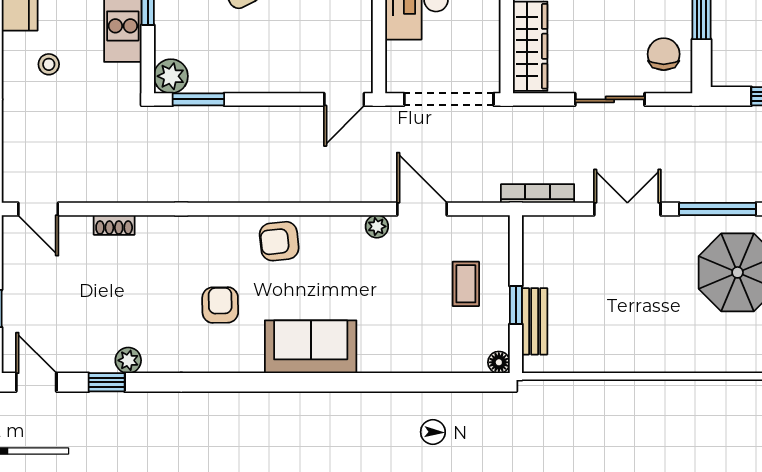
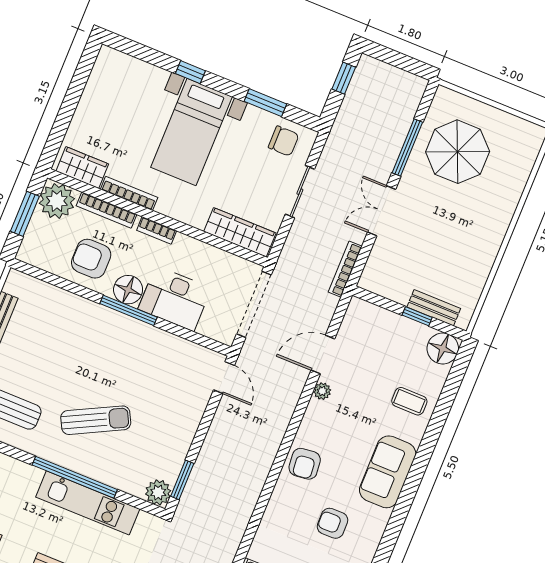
chair: (664, 54) -> (284, 141), turned 180
coffee table: (466, 284) -> (409, 401), moved
floor lamp: (499, 362) -> (443, 349), width x1.89, depth x1.89

